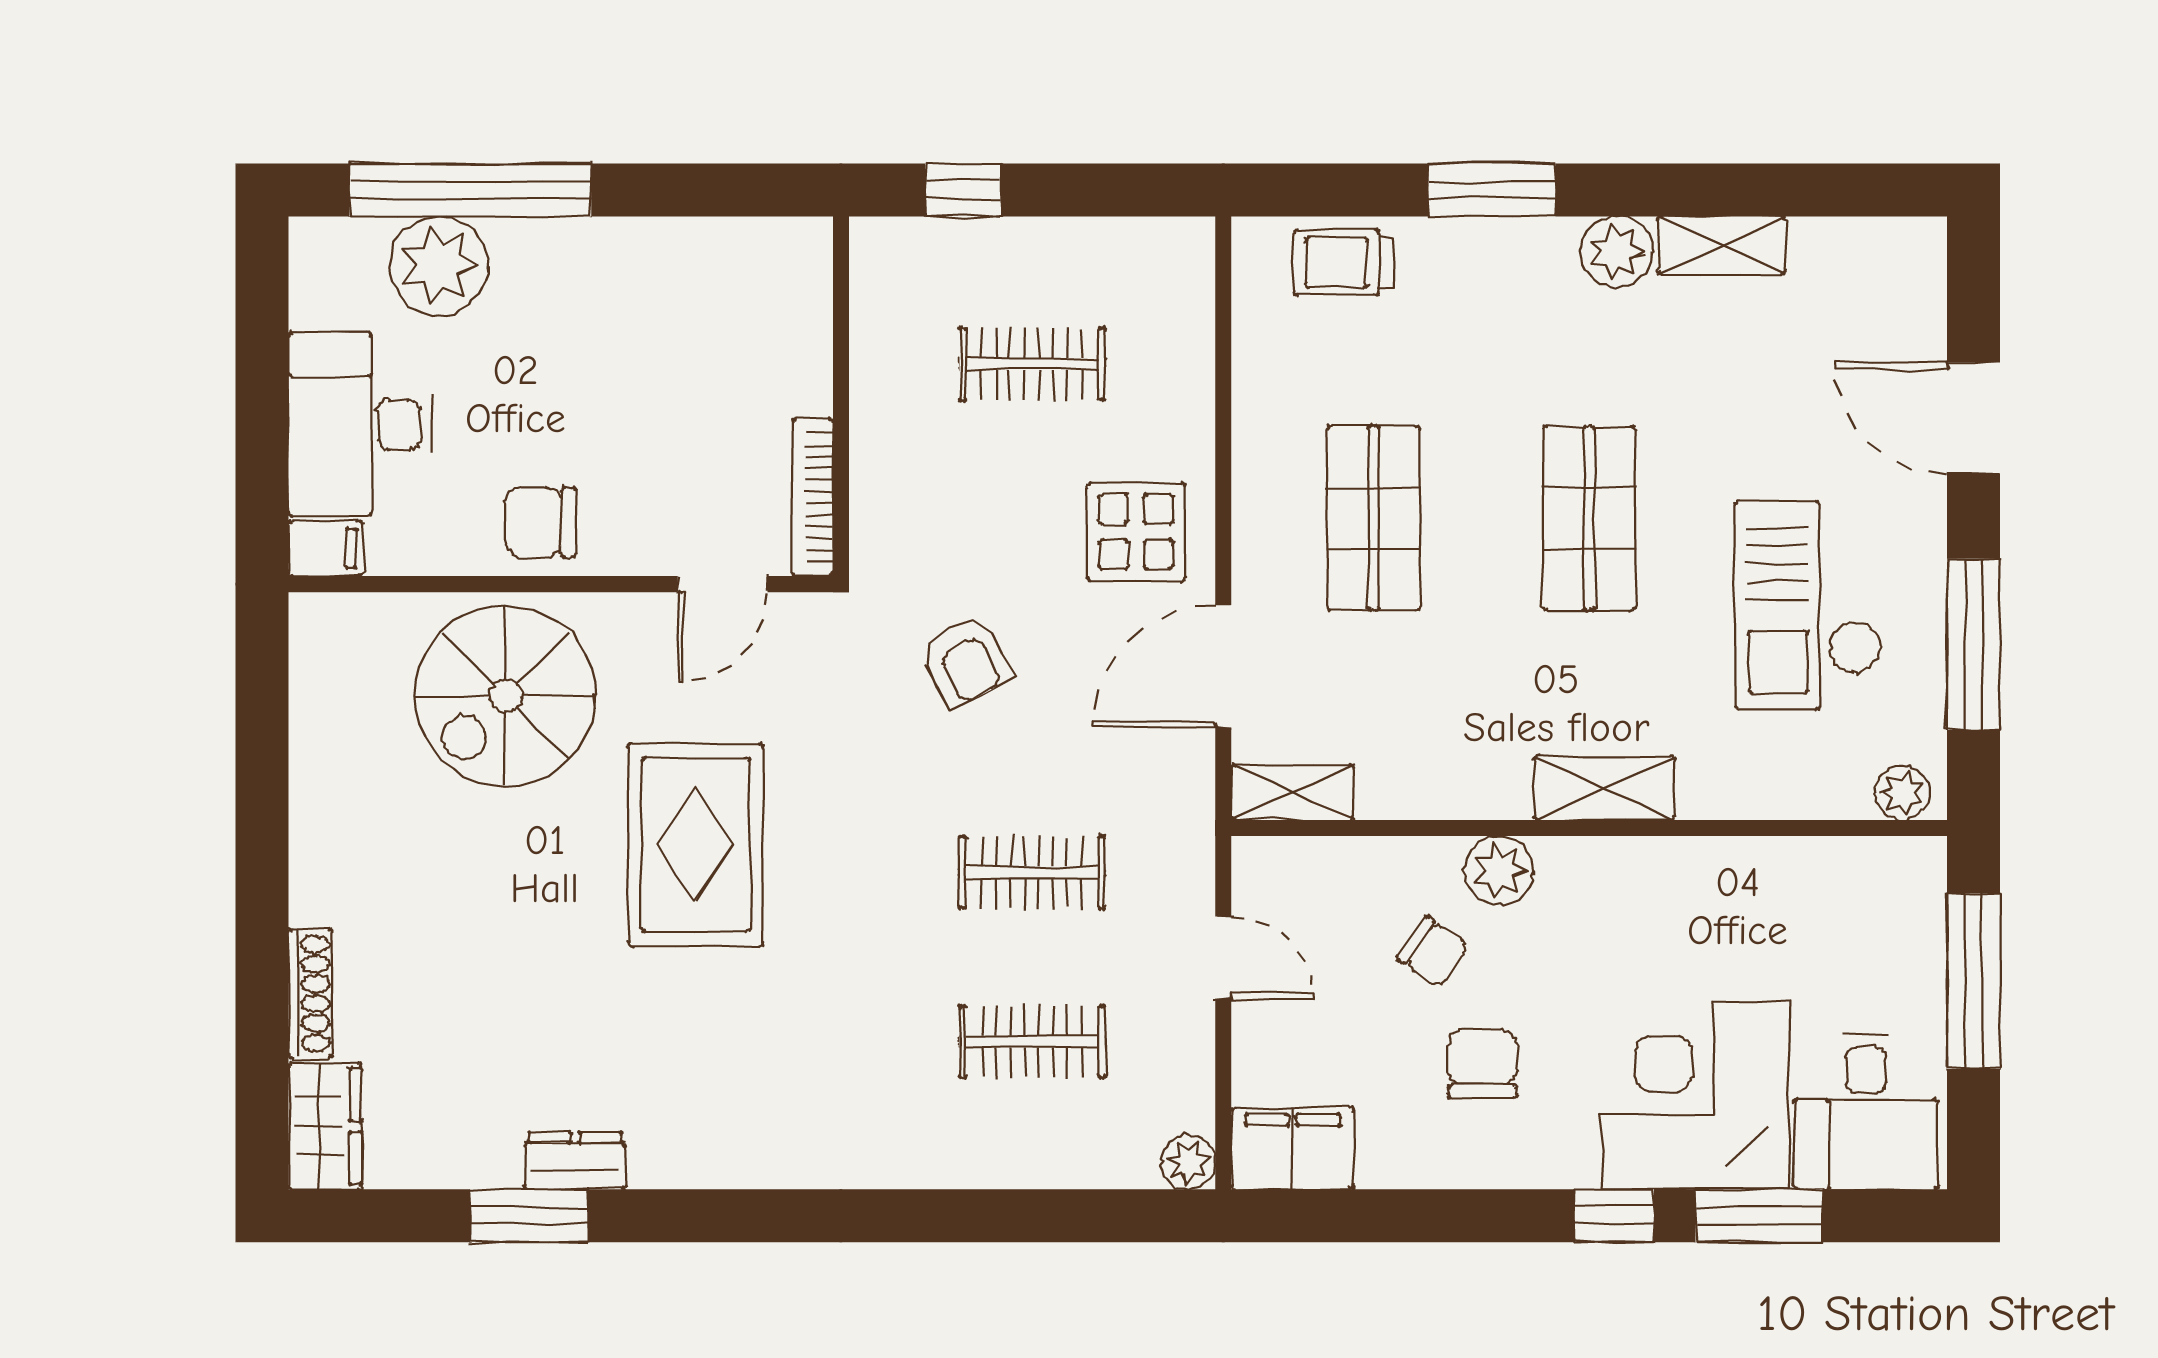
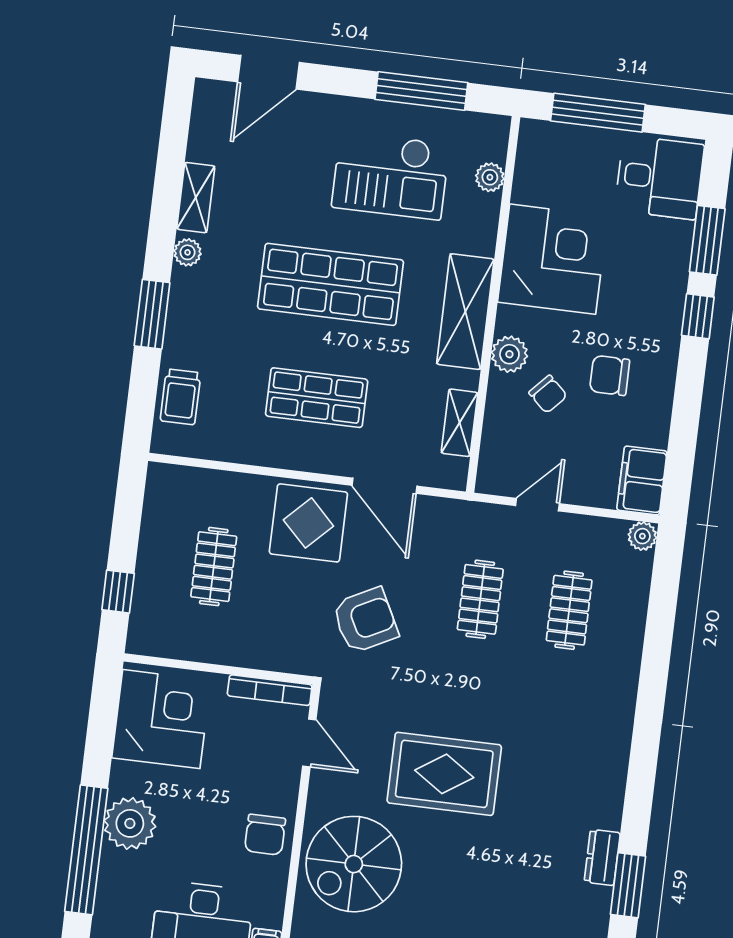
plant: (1616, 252) -> (188, 252), width x0.73, depth x0.73
plant: (439, 266) -> (130, 823), moved
corner desk: (734, 300) -> (161, 719), added
door: (1974, 418) -> (269, 72), moved
shop shelf: (1589, 518) -> (330, 284), width x1.43, depth x1.36
display table: (1136, 532) -> (308, 523), width x1.36, depth x1.36
armchair: (966, 661) -> (365, 620), width x1.38, depth x1.38
spiral stairs: (506, 696) -> (354, 864), turned 90
shelving: (1605, 788) -> (465, 312), width x1.50, depth x1.33
shelving: (1293, 793) -> (460, 423), moved
plant: (1902, 793) -> (490, 177), moved
chair: (1433, 952) -> (548, 394), turned 98
corner desk: (1695, 1096) -> (553, 259), moved, turned 180

